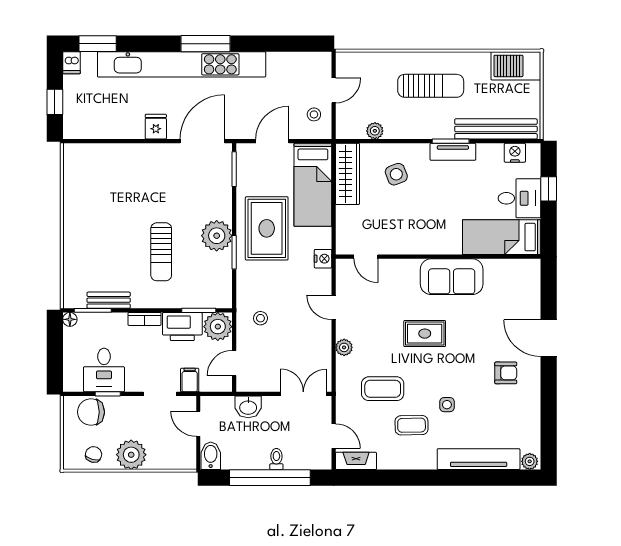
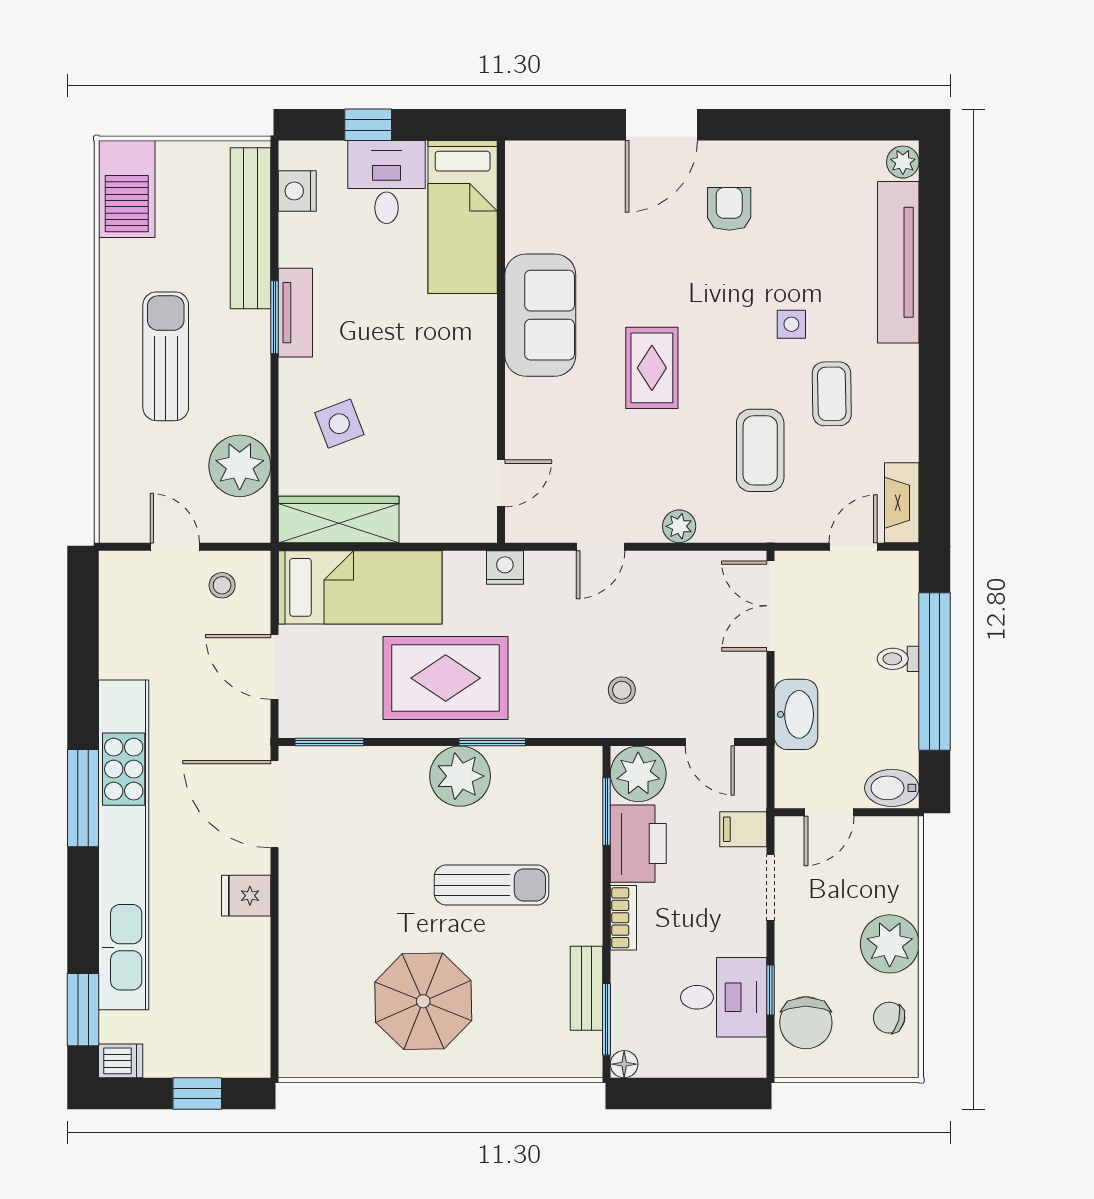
plant: (375, 131) -> (240, 466), width x1.88, depth x1.88
parasol: (102, 217) -> (423, 1001), added
washbasin: (248, 407) -> (796, 714), width x1.38

